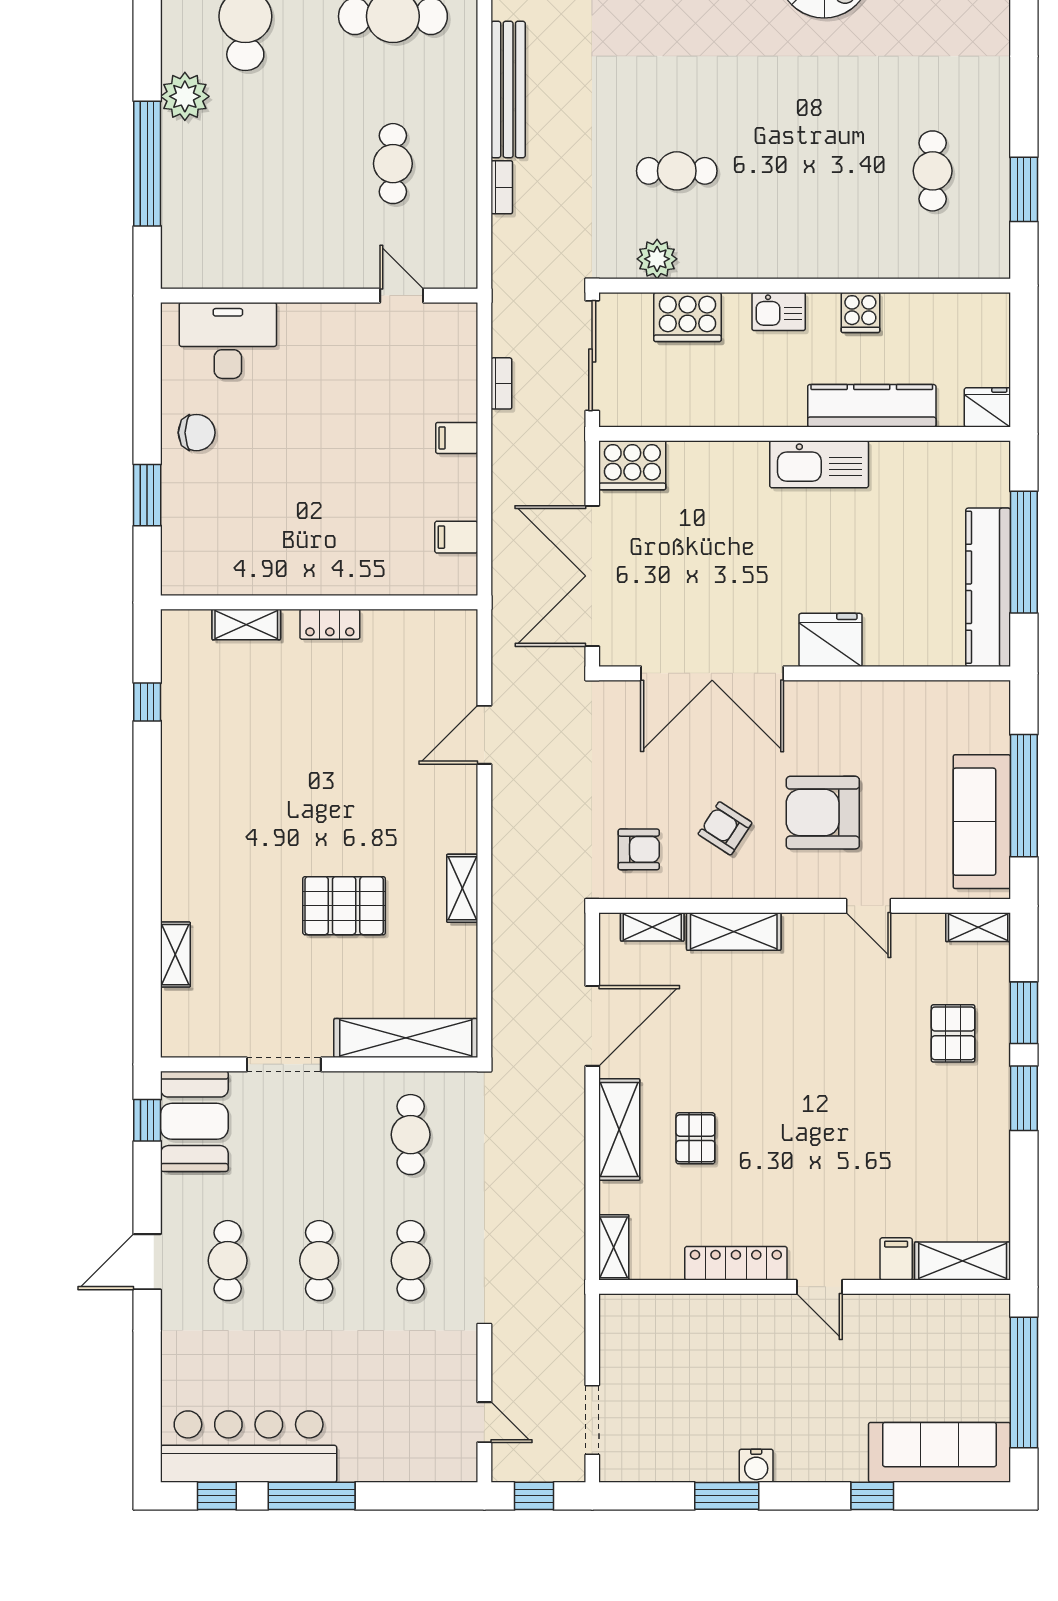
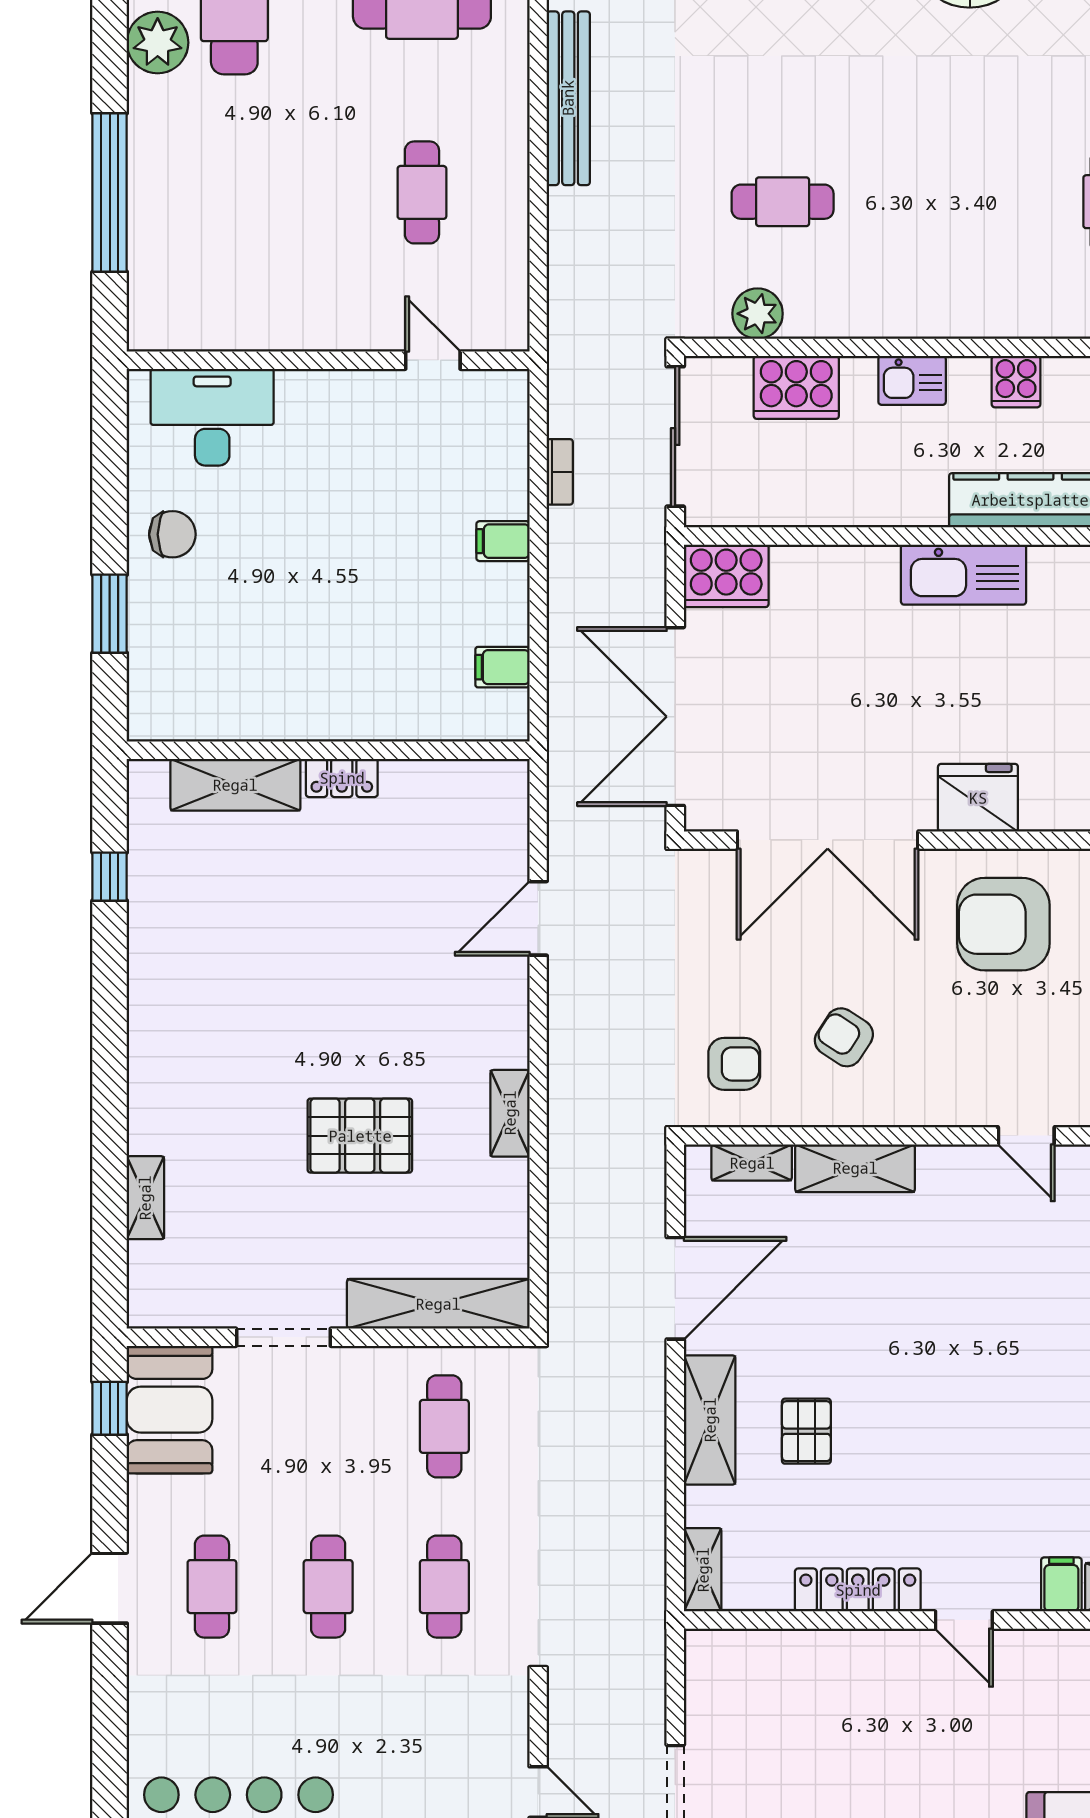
plant: (185, 96) -> (158, 43), moved
bookcase: (502, 187) -> (560, 223), removed
shelving: (246, 625) -> (235, 785), width x1.50, depth x1.33
armchair: (823, 813) -> (1003, 924), moved

